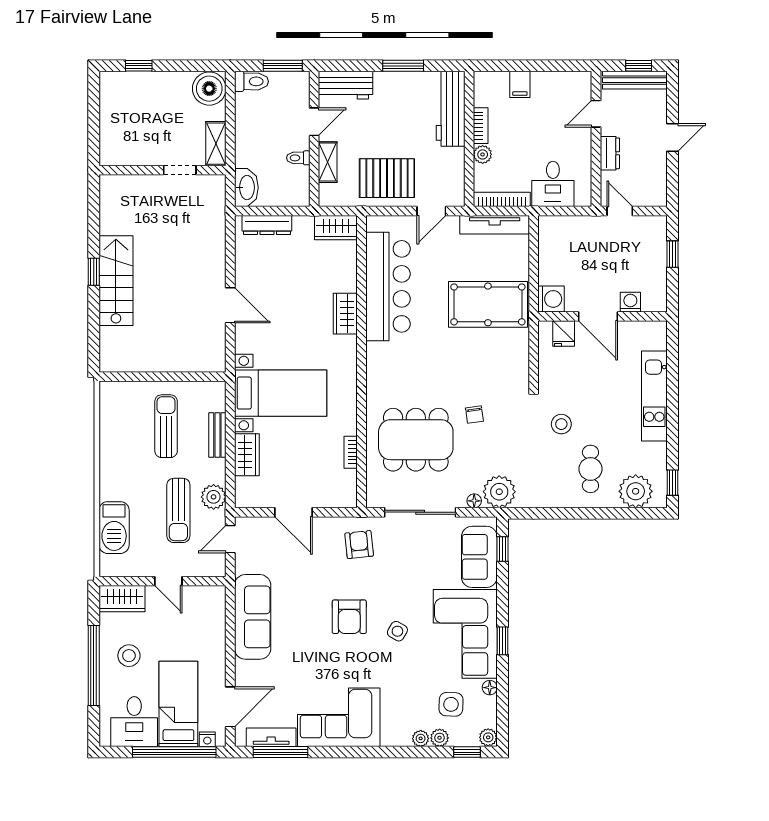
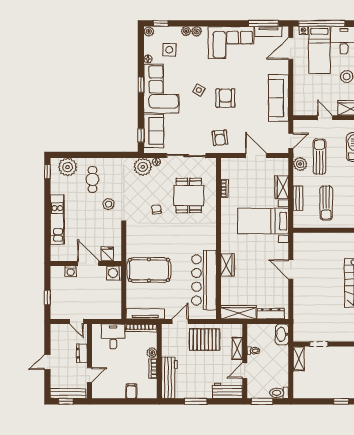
boiler: (209, 89) -> (302, 389), removed
wardrobe: (336, 228) -> (239, 312), width x1.50
dining table: (416, 440) -> (189, 195), width x0.73
plant: (440, 738) -> (196, 31), moved

